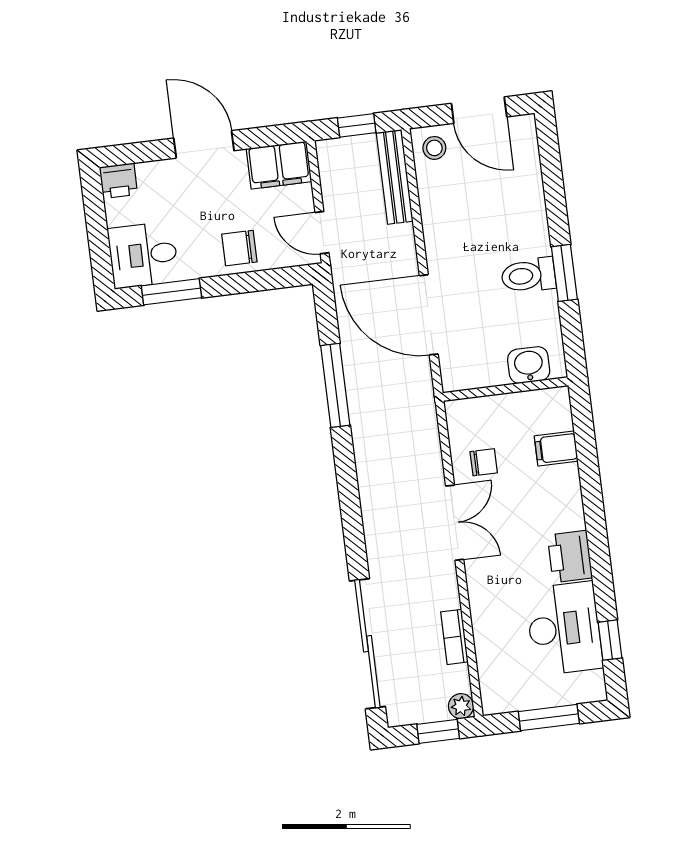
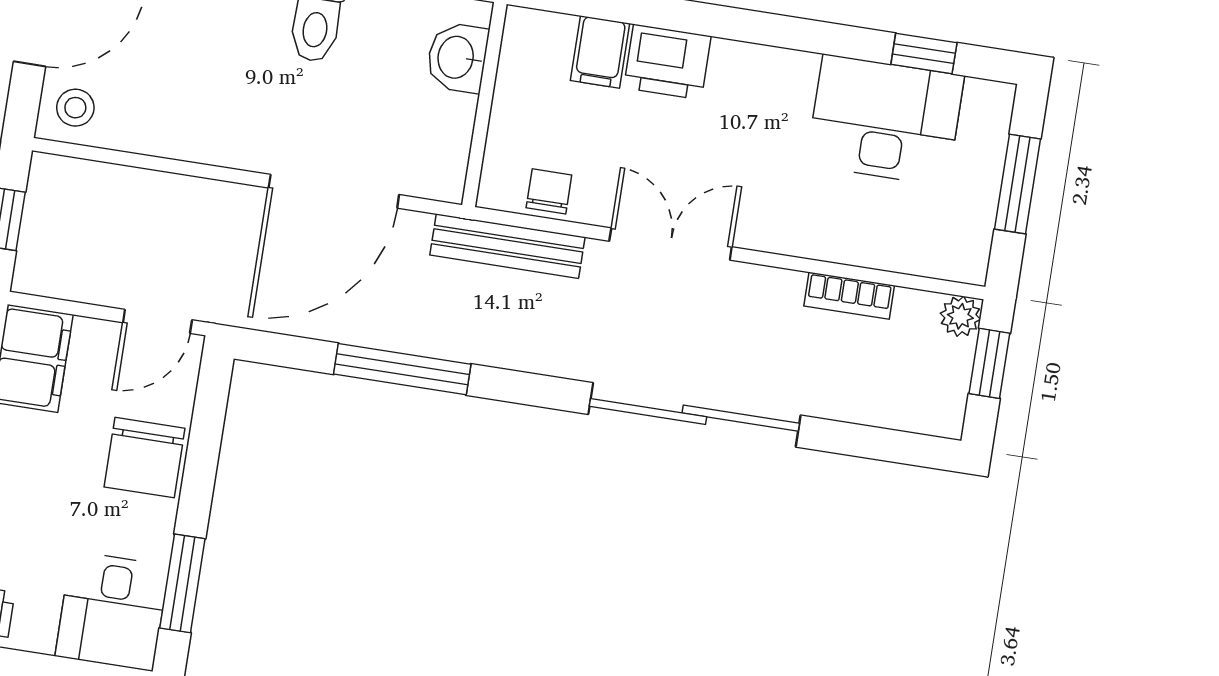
bench: (395, 177) -> (507, 246), moved
chair: (239, 248) -> (145, 458), width x1.37, depth x1.37
chair: (484, 462) -> (549, 191), moved
printer: (570, 556) -> (667, 62), moved
sliding door: (367, 644) -> (694, 415), moved

